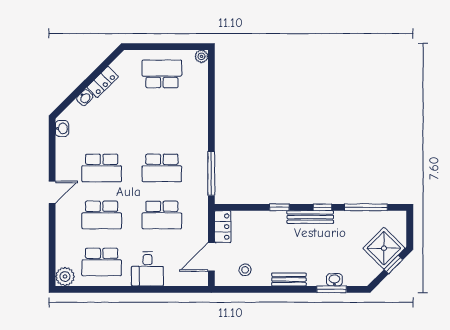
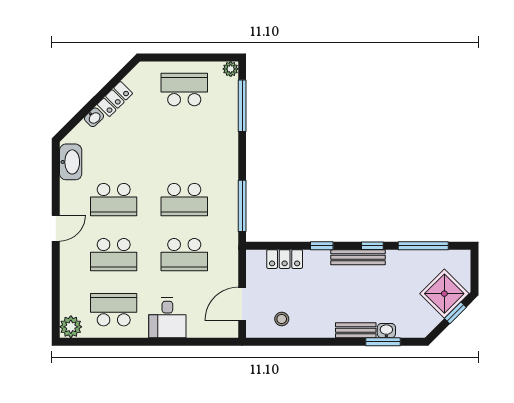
window: (211, 88) -> (242, 106), added
washbasin: (62, 128) -> (71, 162), width x1.91, depth x1.45
locker: (223, 227) -> (285, 259), moved, turned 90
school desk: (102, 262) -> (114, 310), turned 180
bench: (289, 279) -> (356, 330), moved

